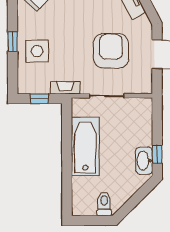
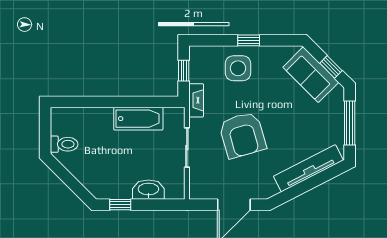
armchair: (111, 51) -> (242, 135), moved, turned 74
bathtub: (85, 147) -> (138, 119), width x0.73, depth x0.73
washbasin: (144, 161) -> (148, 190), moved

